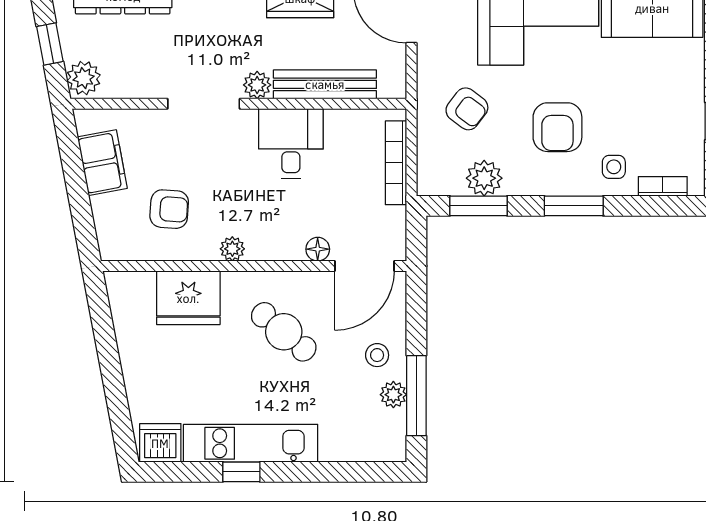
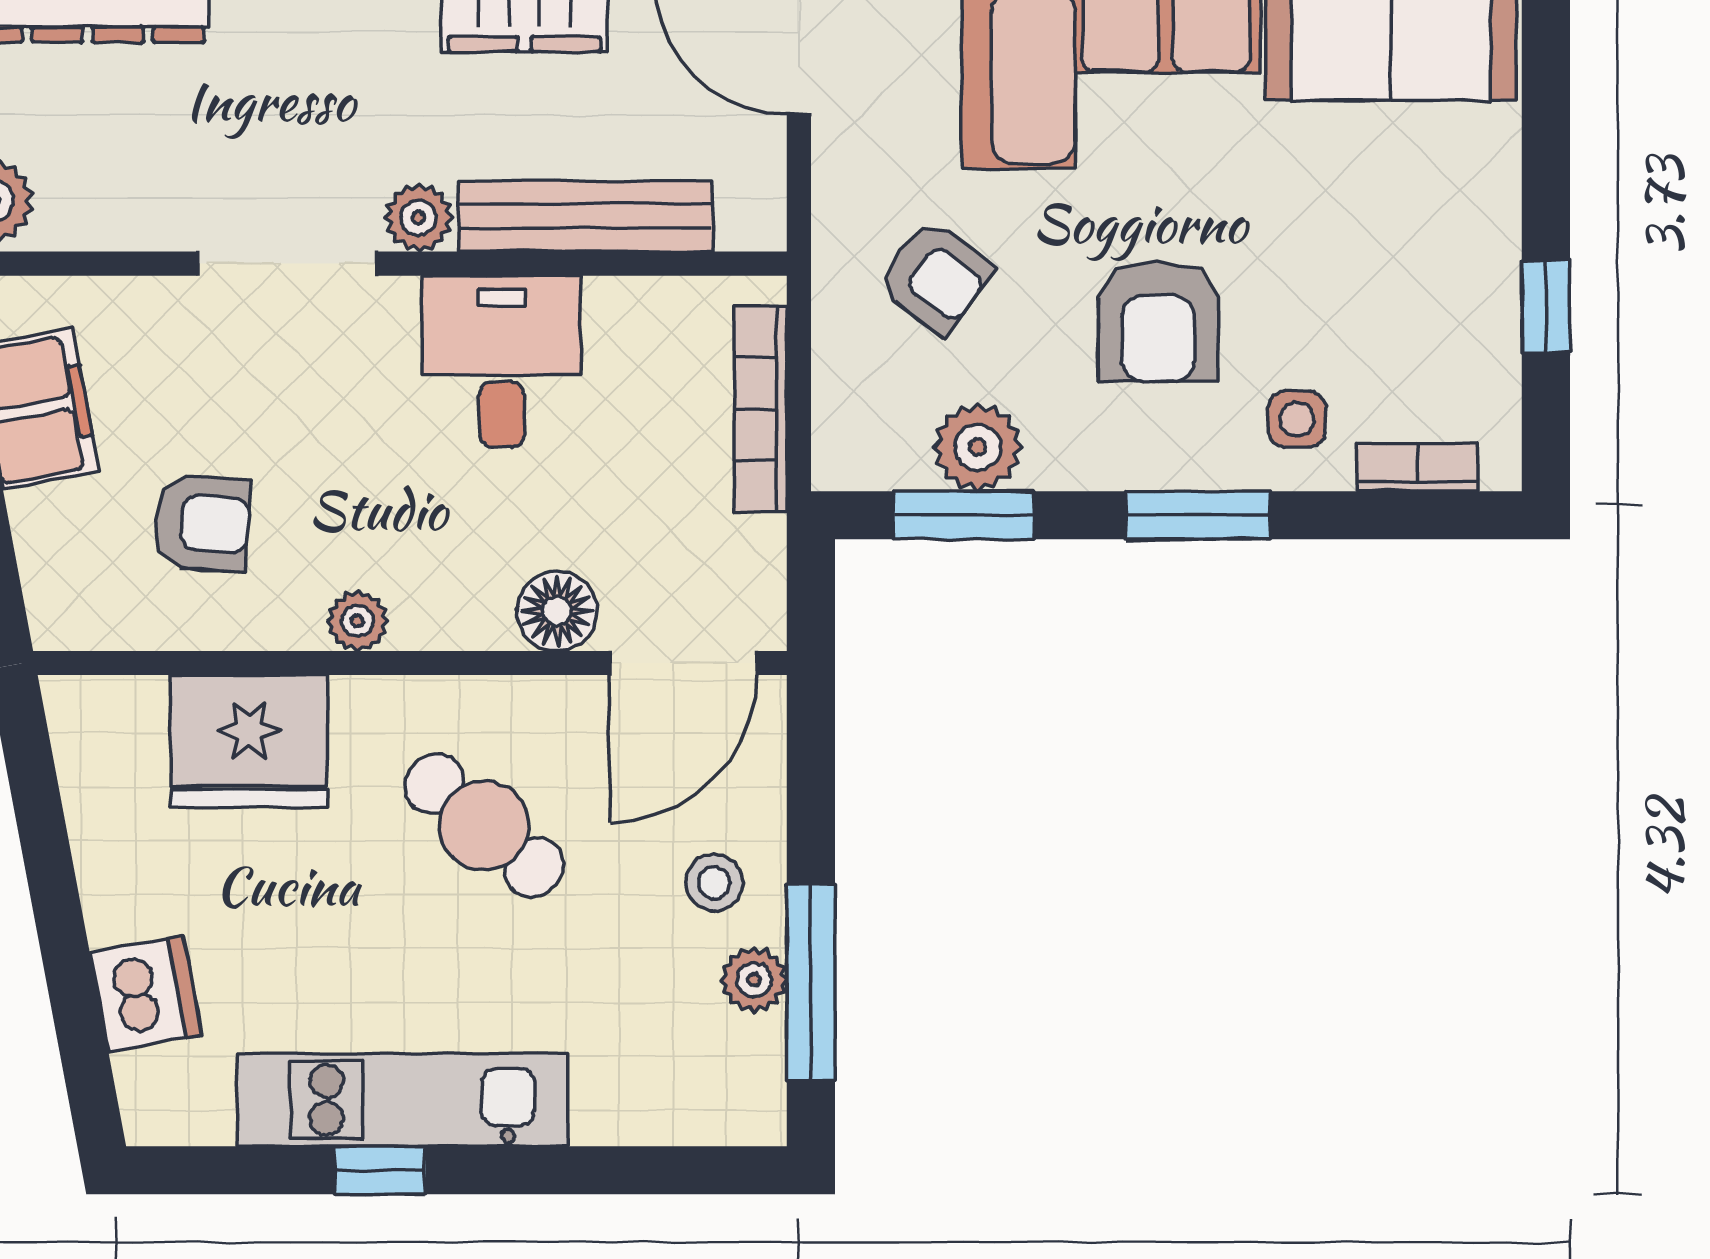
floor lamp: (318, 249) -> (557, 611), width x1.37, depth x1.37
dishwasher: (160, 443) -> (146, 994), moved, turned 79

